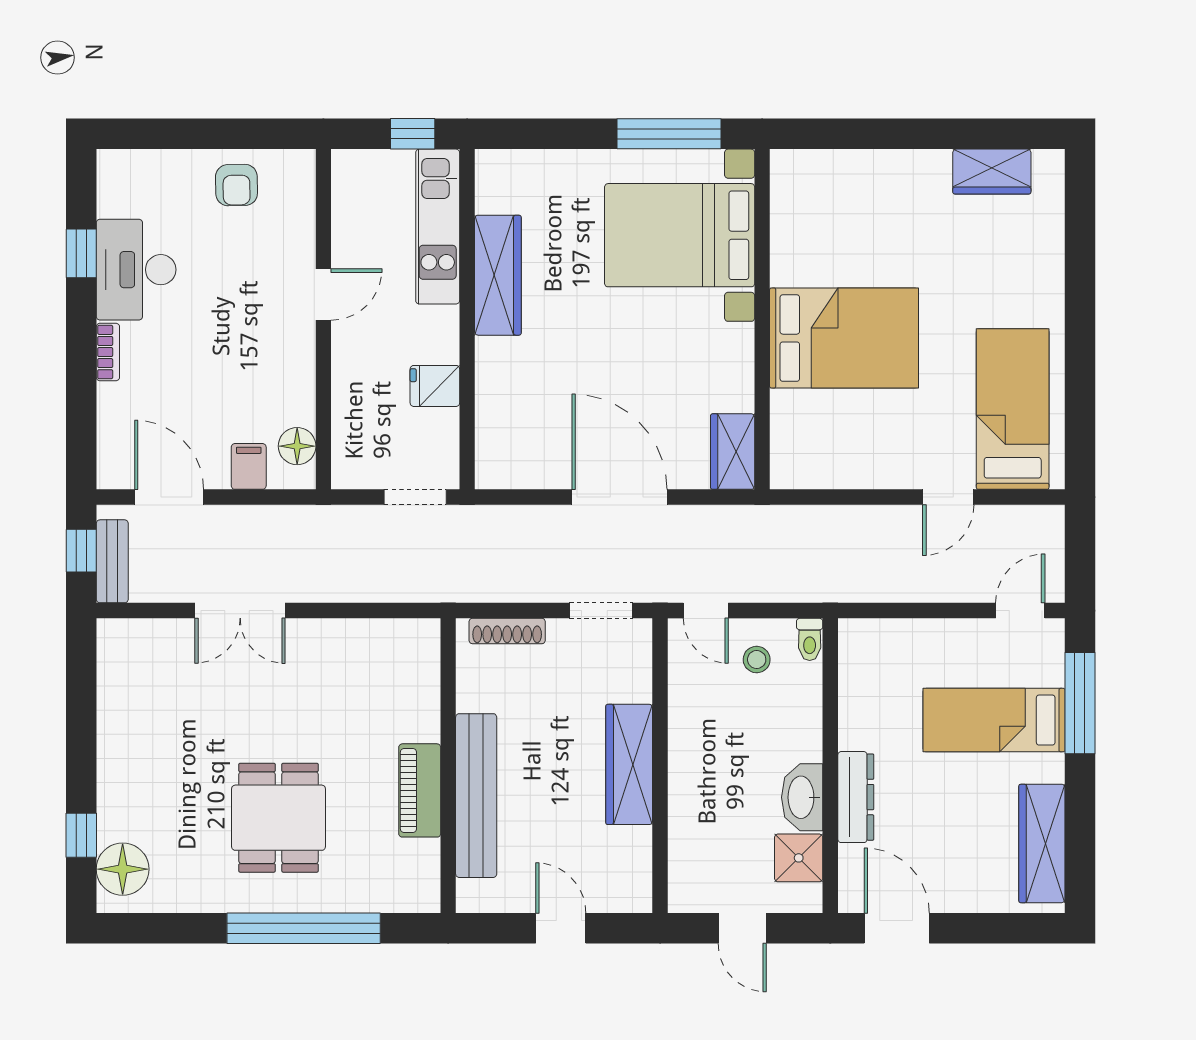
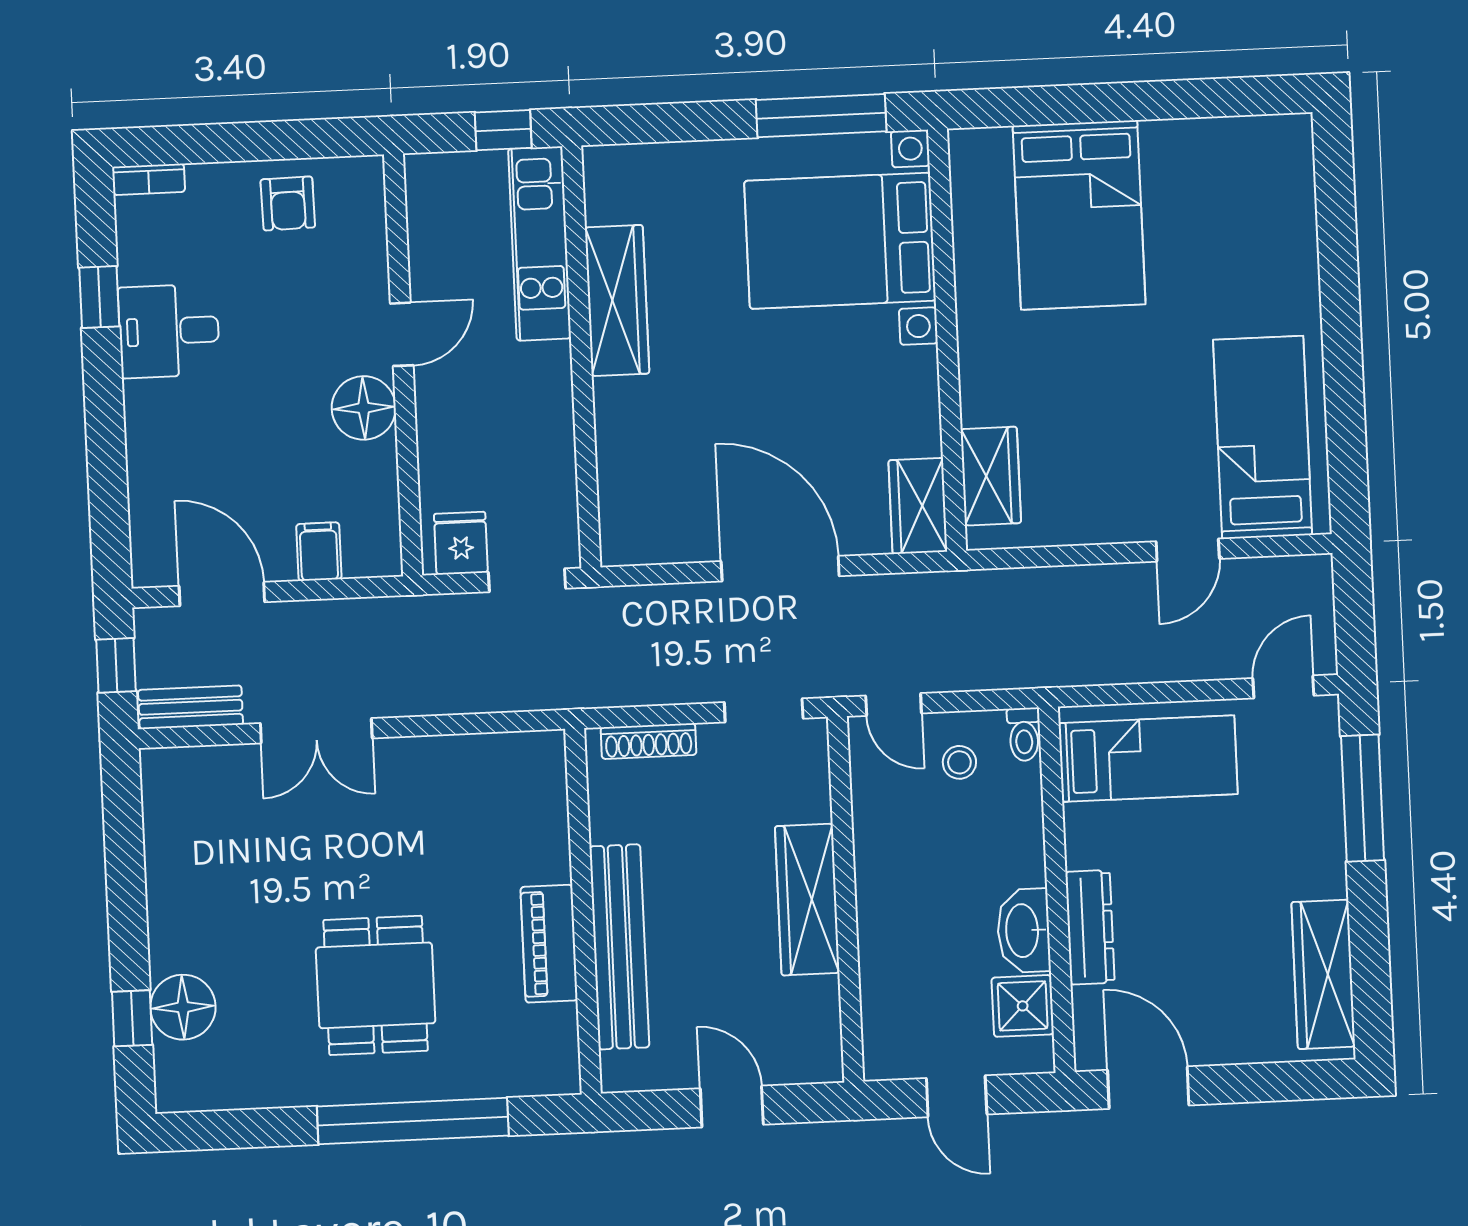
wardrobe: (992, 172) -> (991, 476), moved, turned -90
desk: (136, 270) -> (169, 331), width x0.73
bed: (844, 338) -> (1079, 215), moved, turned 90
bookcase: (108, 352) -> (149, 179), moved, turned 90
fridge: (435, 386) -> (461, 543), moved, turned 90
floor lamp: (297, 446) -> (364, 408), moved, width x1.38, depth x1.38
bench: (112, 561) -> (191, 707), moved, turned 90
bed: (994, 720) -> (1148, 759), moved, turned 180
floor lamp: (123, 869) -> (183, 1007), moved

